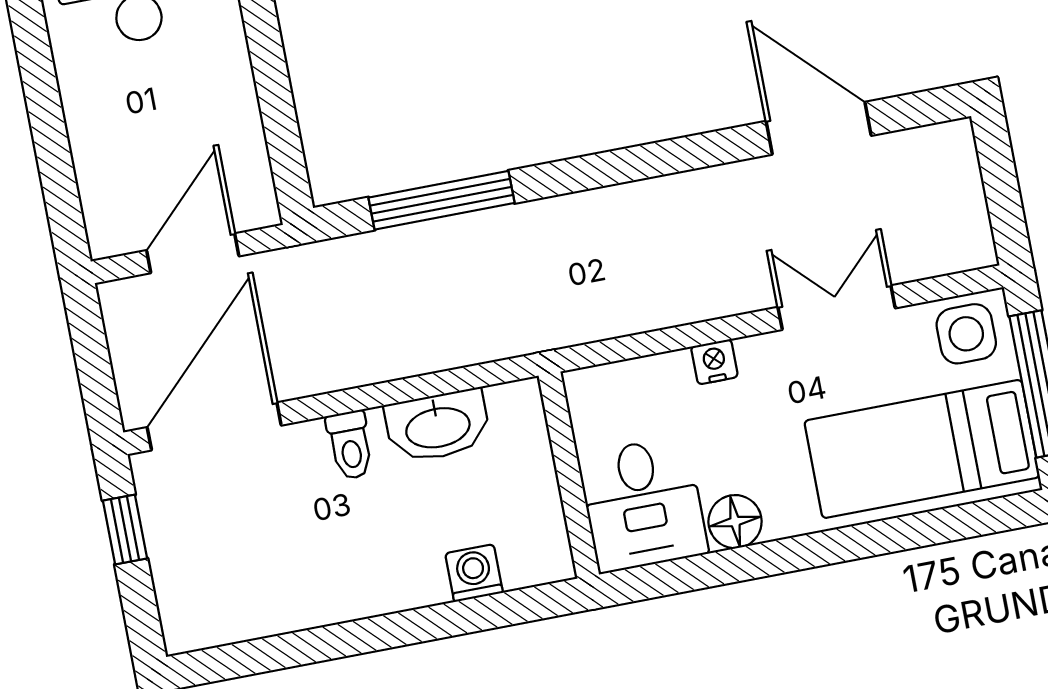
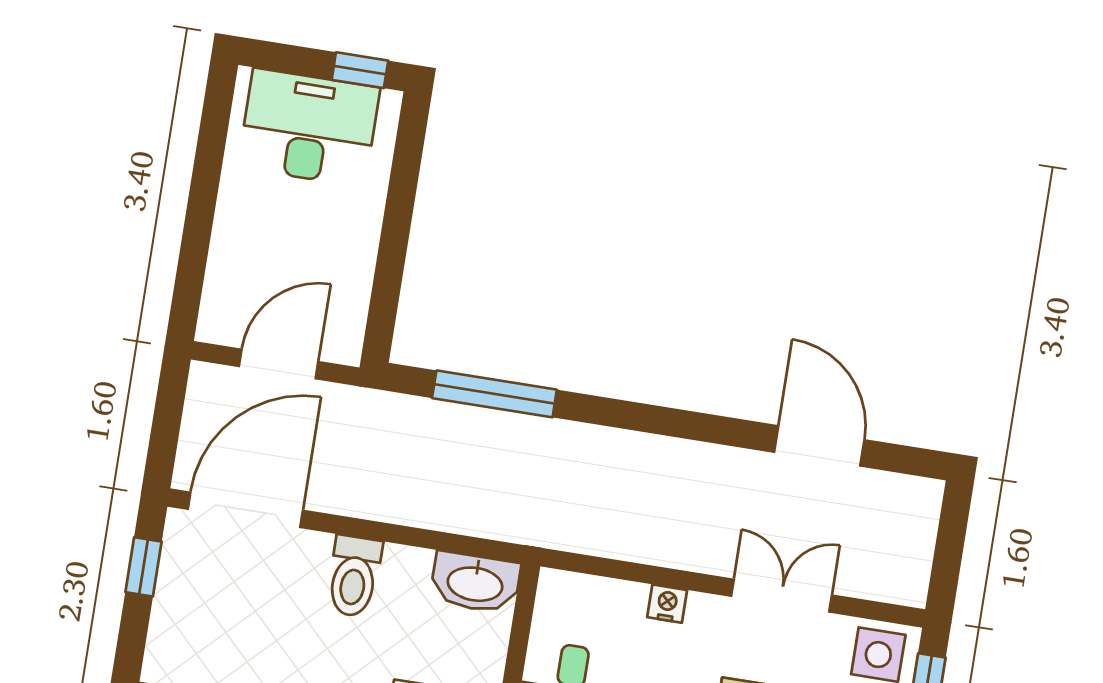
washbasin: (438, 426) -> (475, 583), moved
toilet: (350, 445) -> (354, 576), width x1.37, depth x1.39

